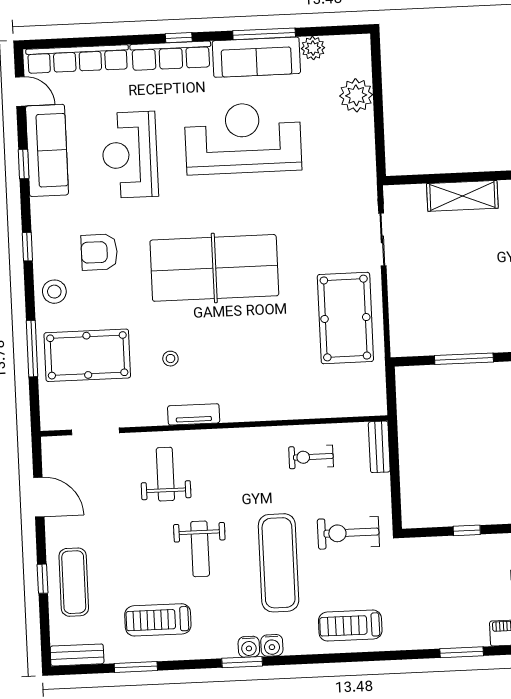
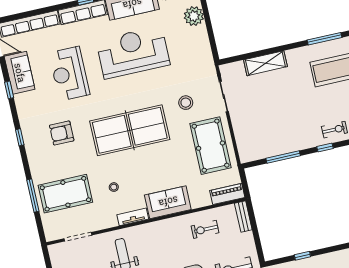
sofa: (47, 150) -> (20, 73), width x0.73
stool: (54, 292) -> (186, 103), moved
sofa: (257, 400) -> (168, 202), added
piano: (359, 404) -> (227, 194), added

